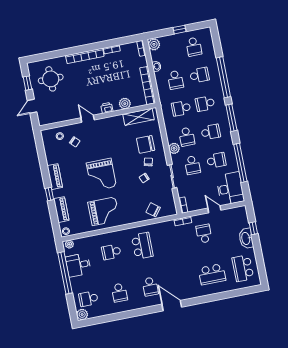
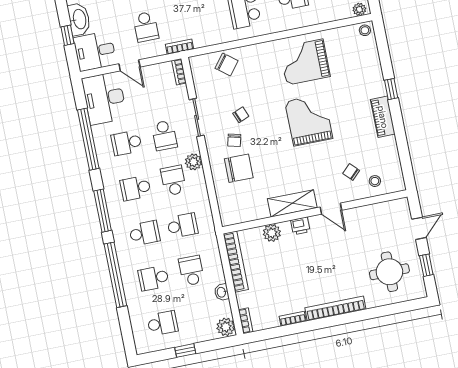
school desk: (194, 47) -> (163, 323), turned 90
shelving: (138, 117) -> (292, 203), moved
school desk: (192, 165) -> (164, 135), turned 180
piano: (61, 210) -> (372, 65), removed
desk: (236, 218) -> (95, 51), added

